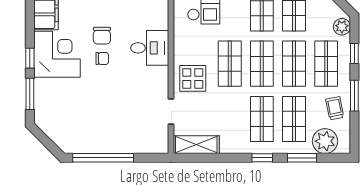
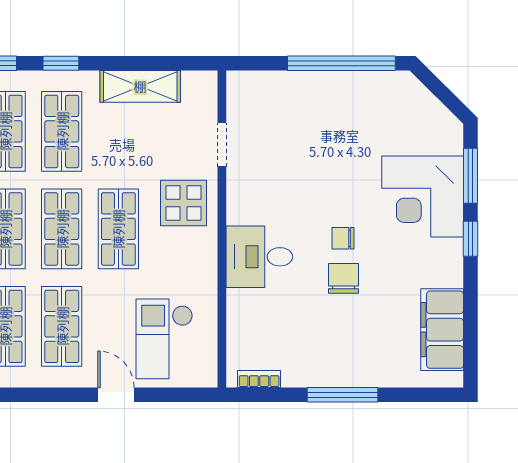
corner desk: (57, 54) -> (423, 196), moved
shelving: (196, 145) -> (140, 86), moved

